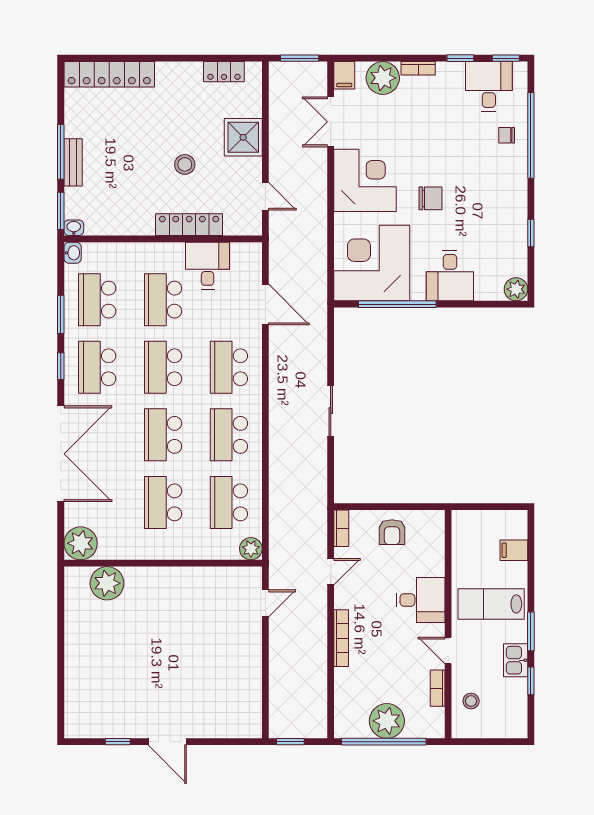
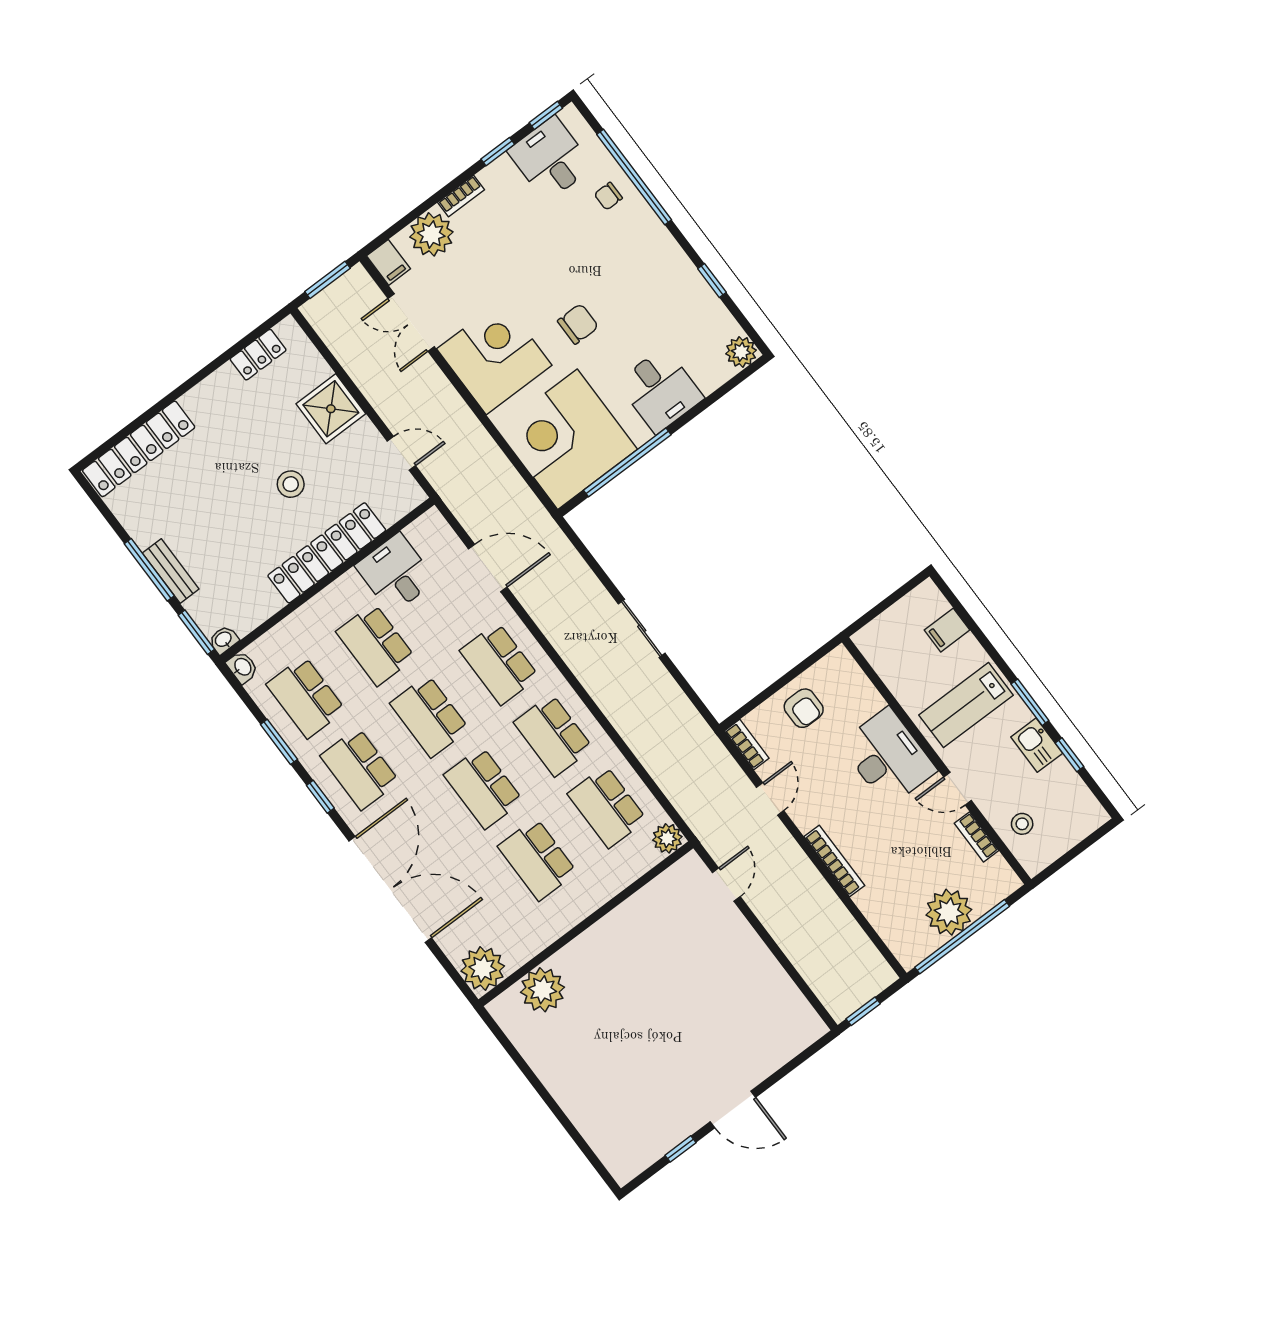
locker: (189, 225) -> (327, 553), width x1.41, depth x1.21
desk: (421, 600) -> (888, 757), width x1.37

